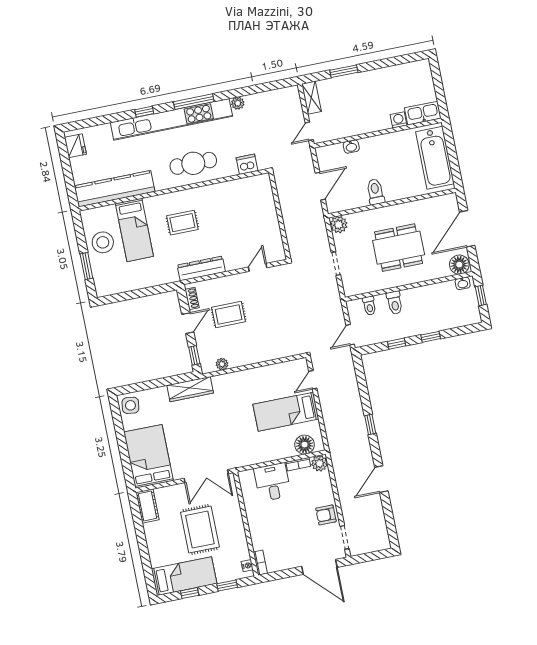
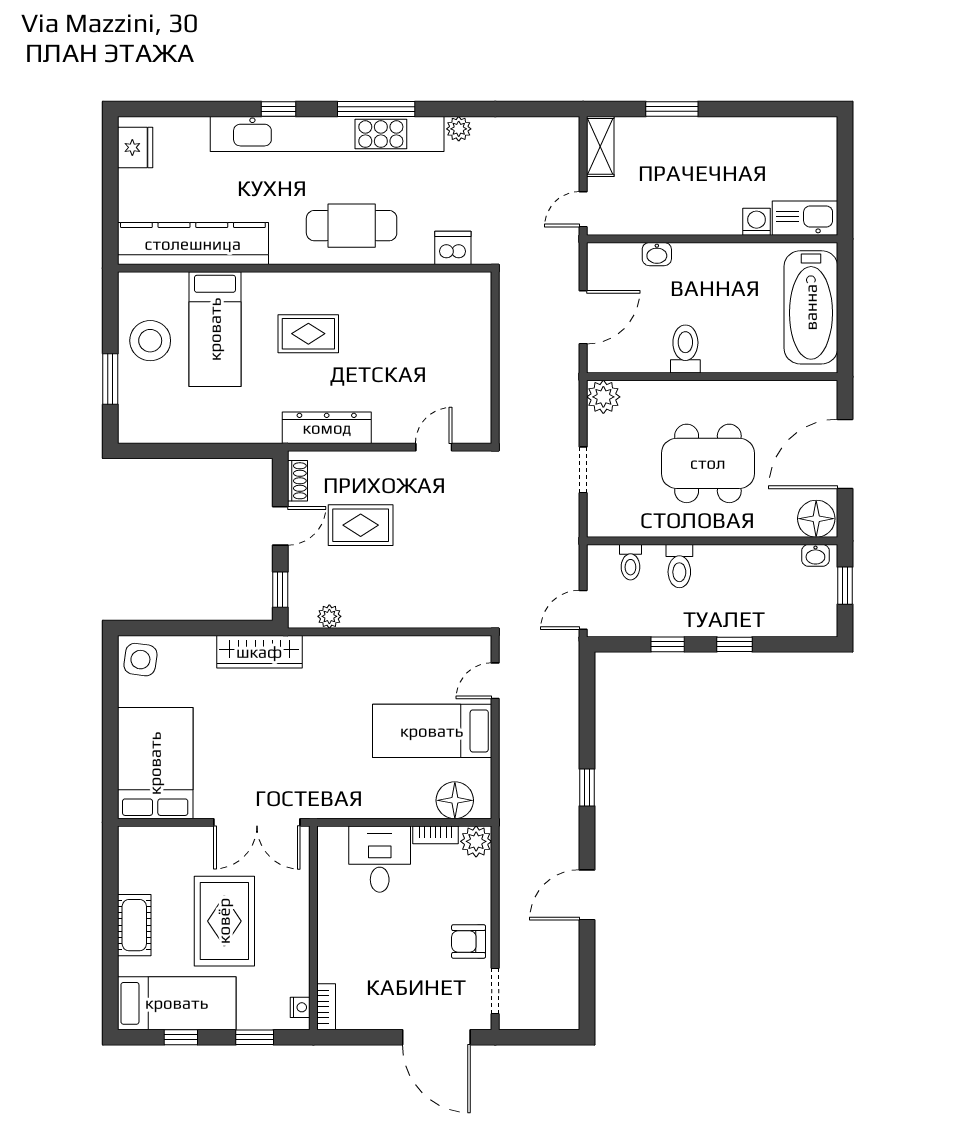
cot: (148, 506) -> (134, 925), moved

